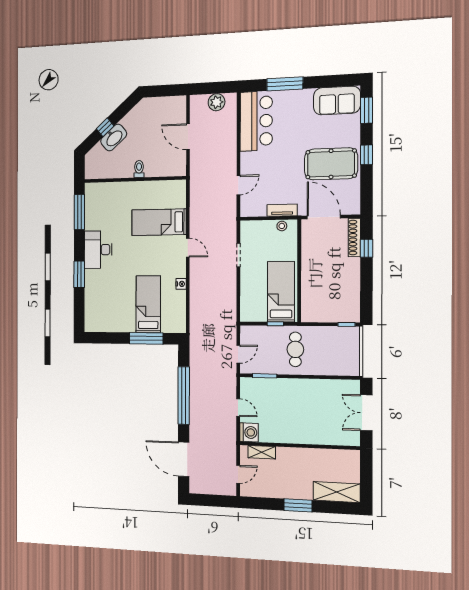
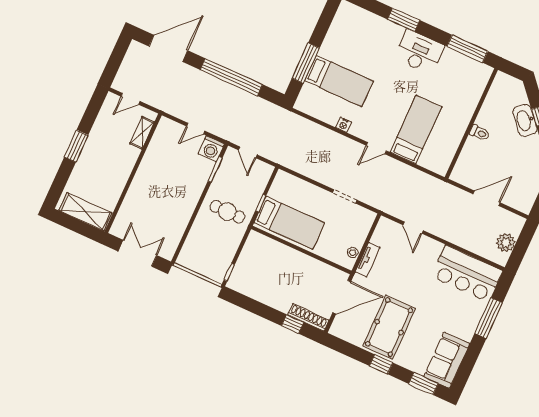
washing machine: (249, 432) -> (211, 149), moved
door: (238, 474) -> (130, 99), hinge flipped
shelving: (337, 492) -> (85, 212), moved, turned 90

